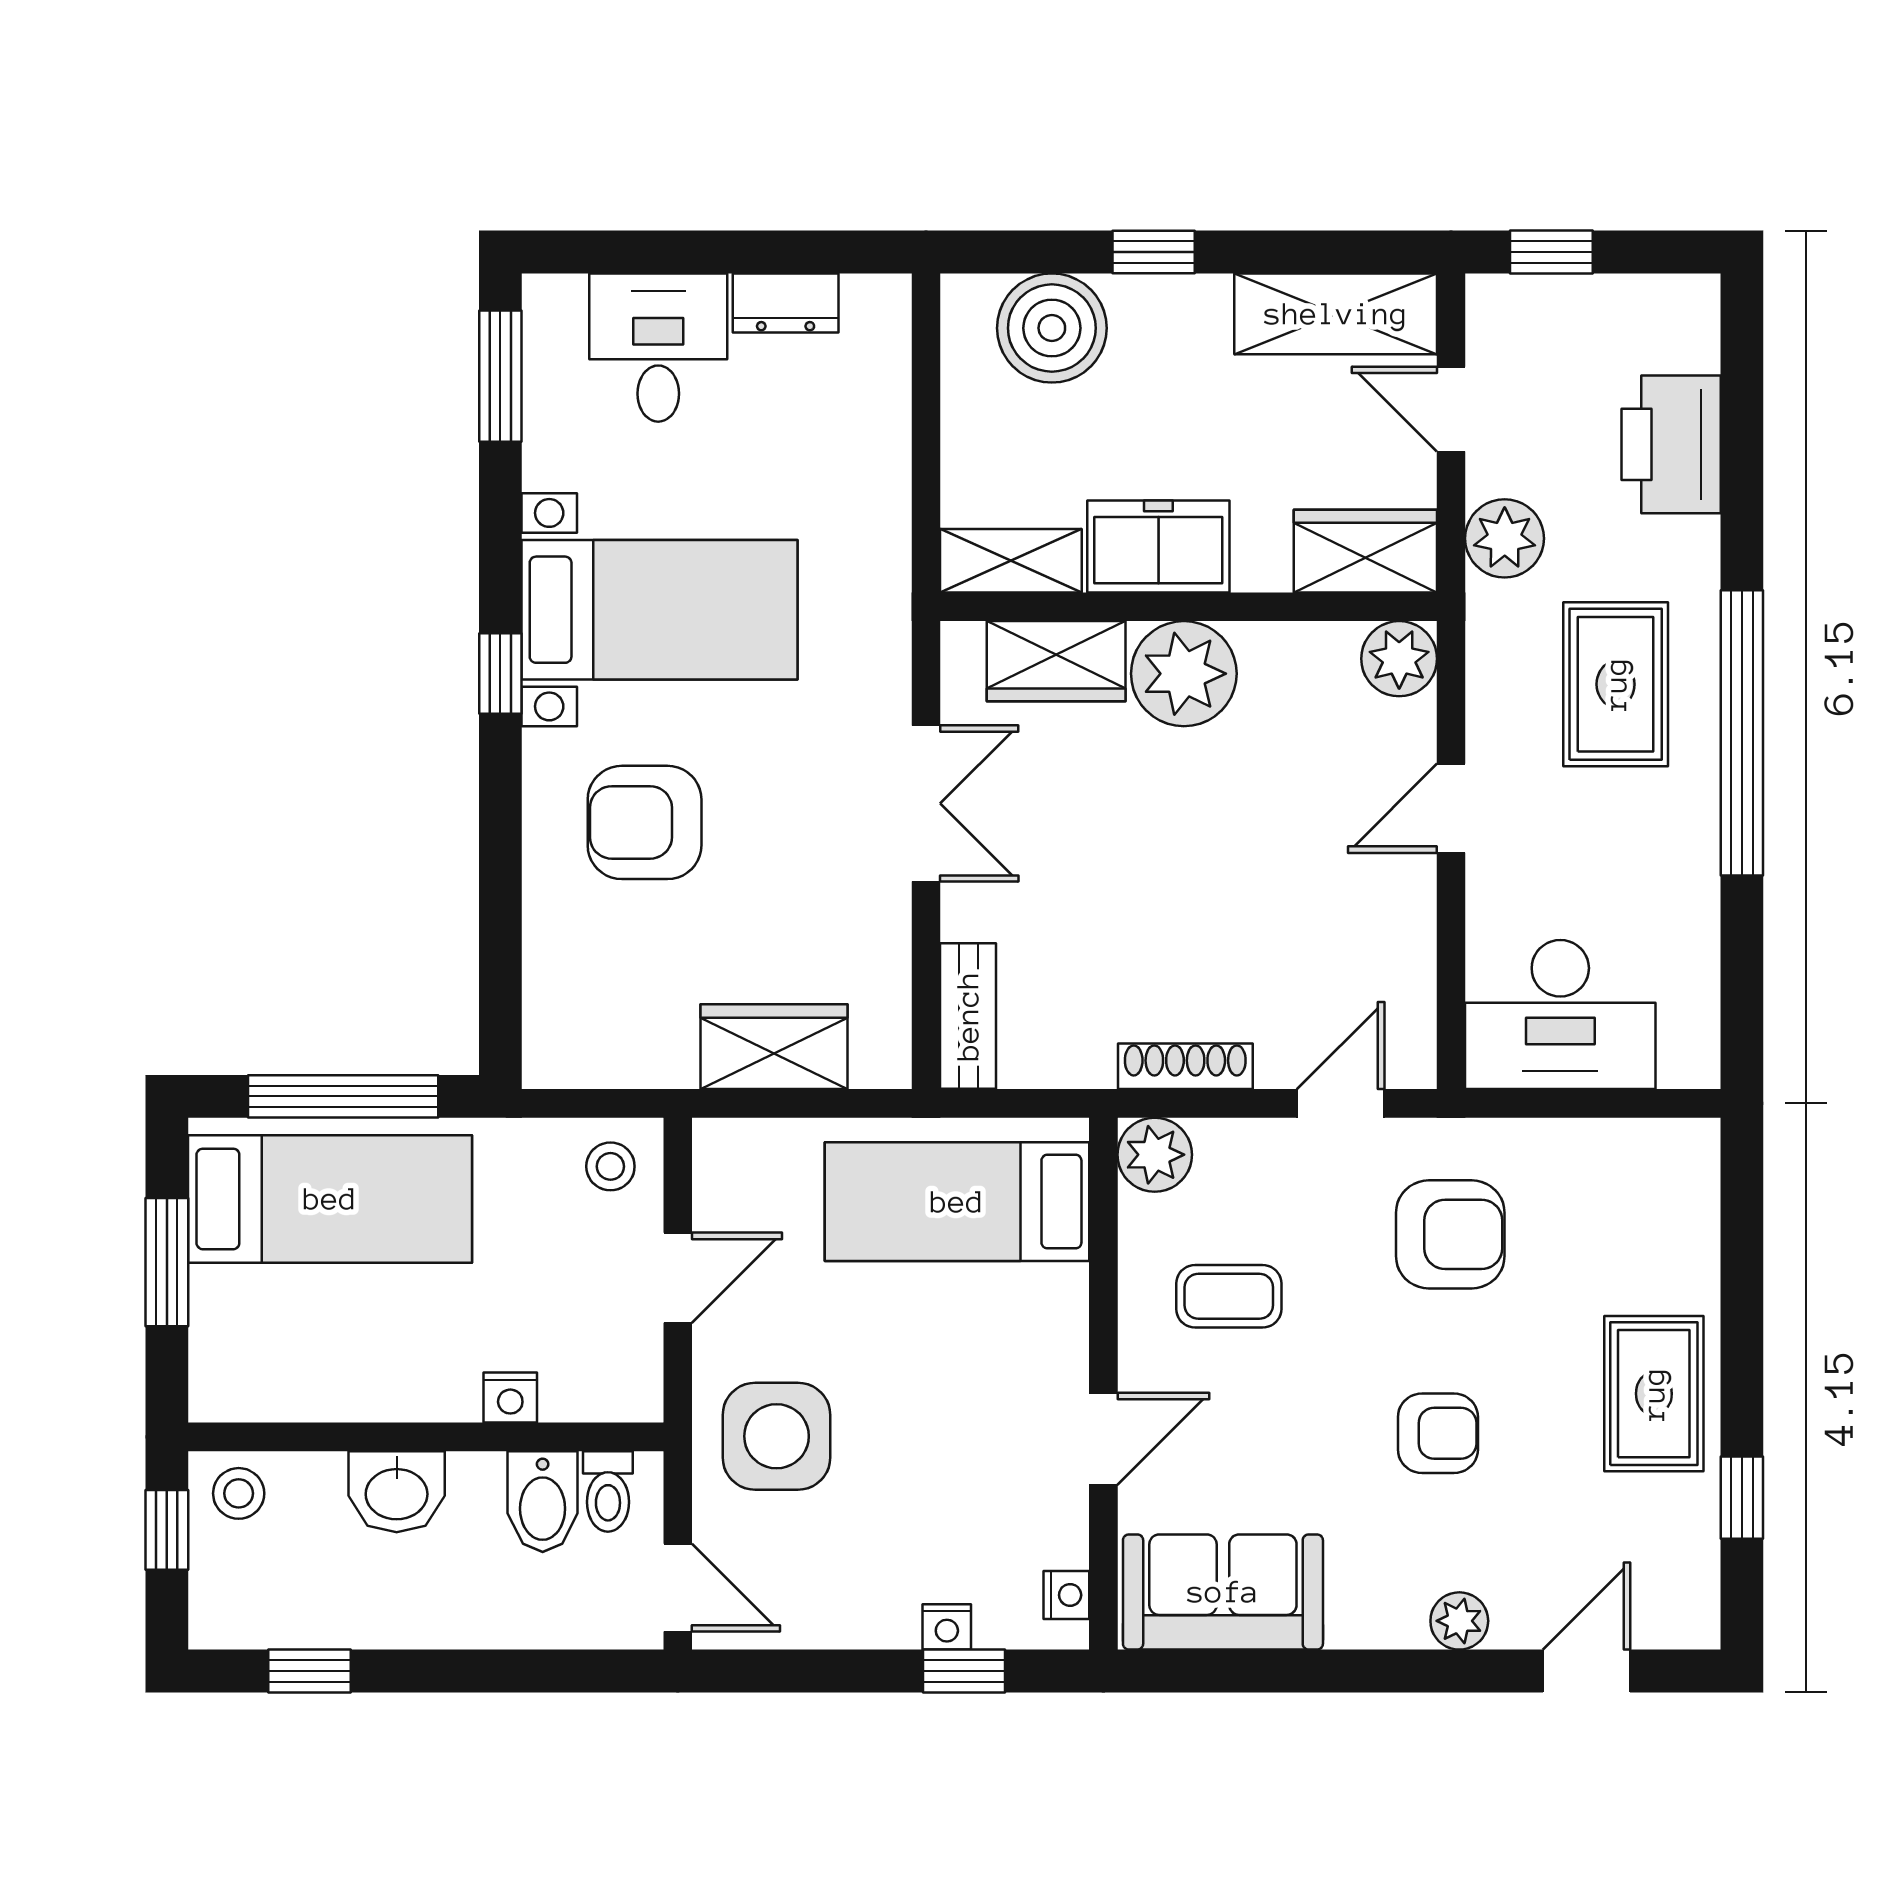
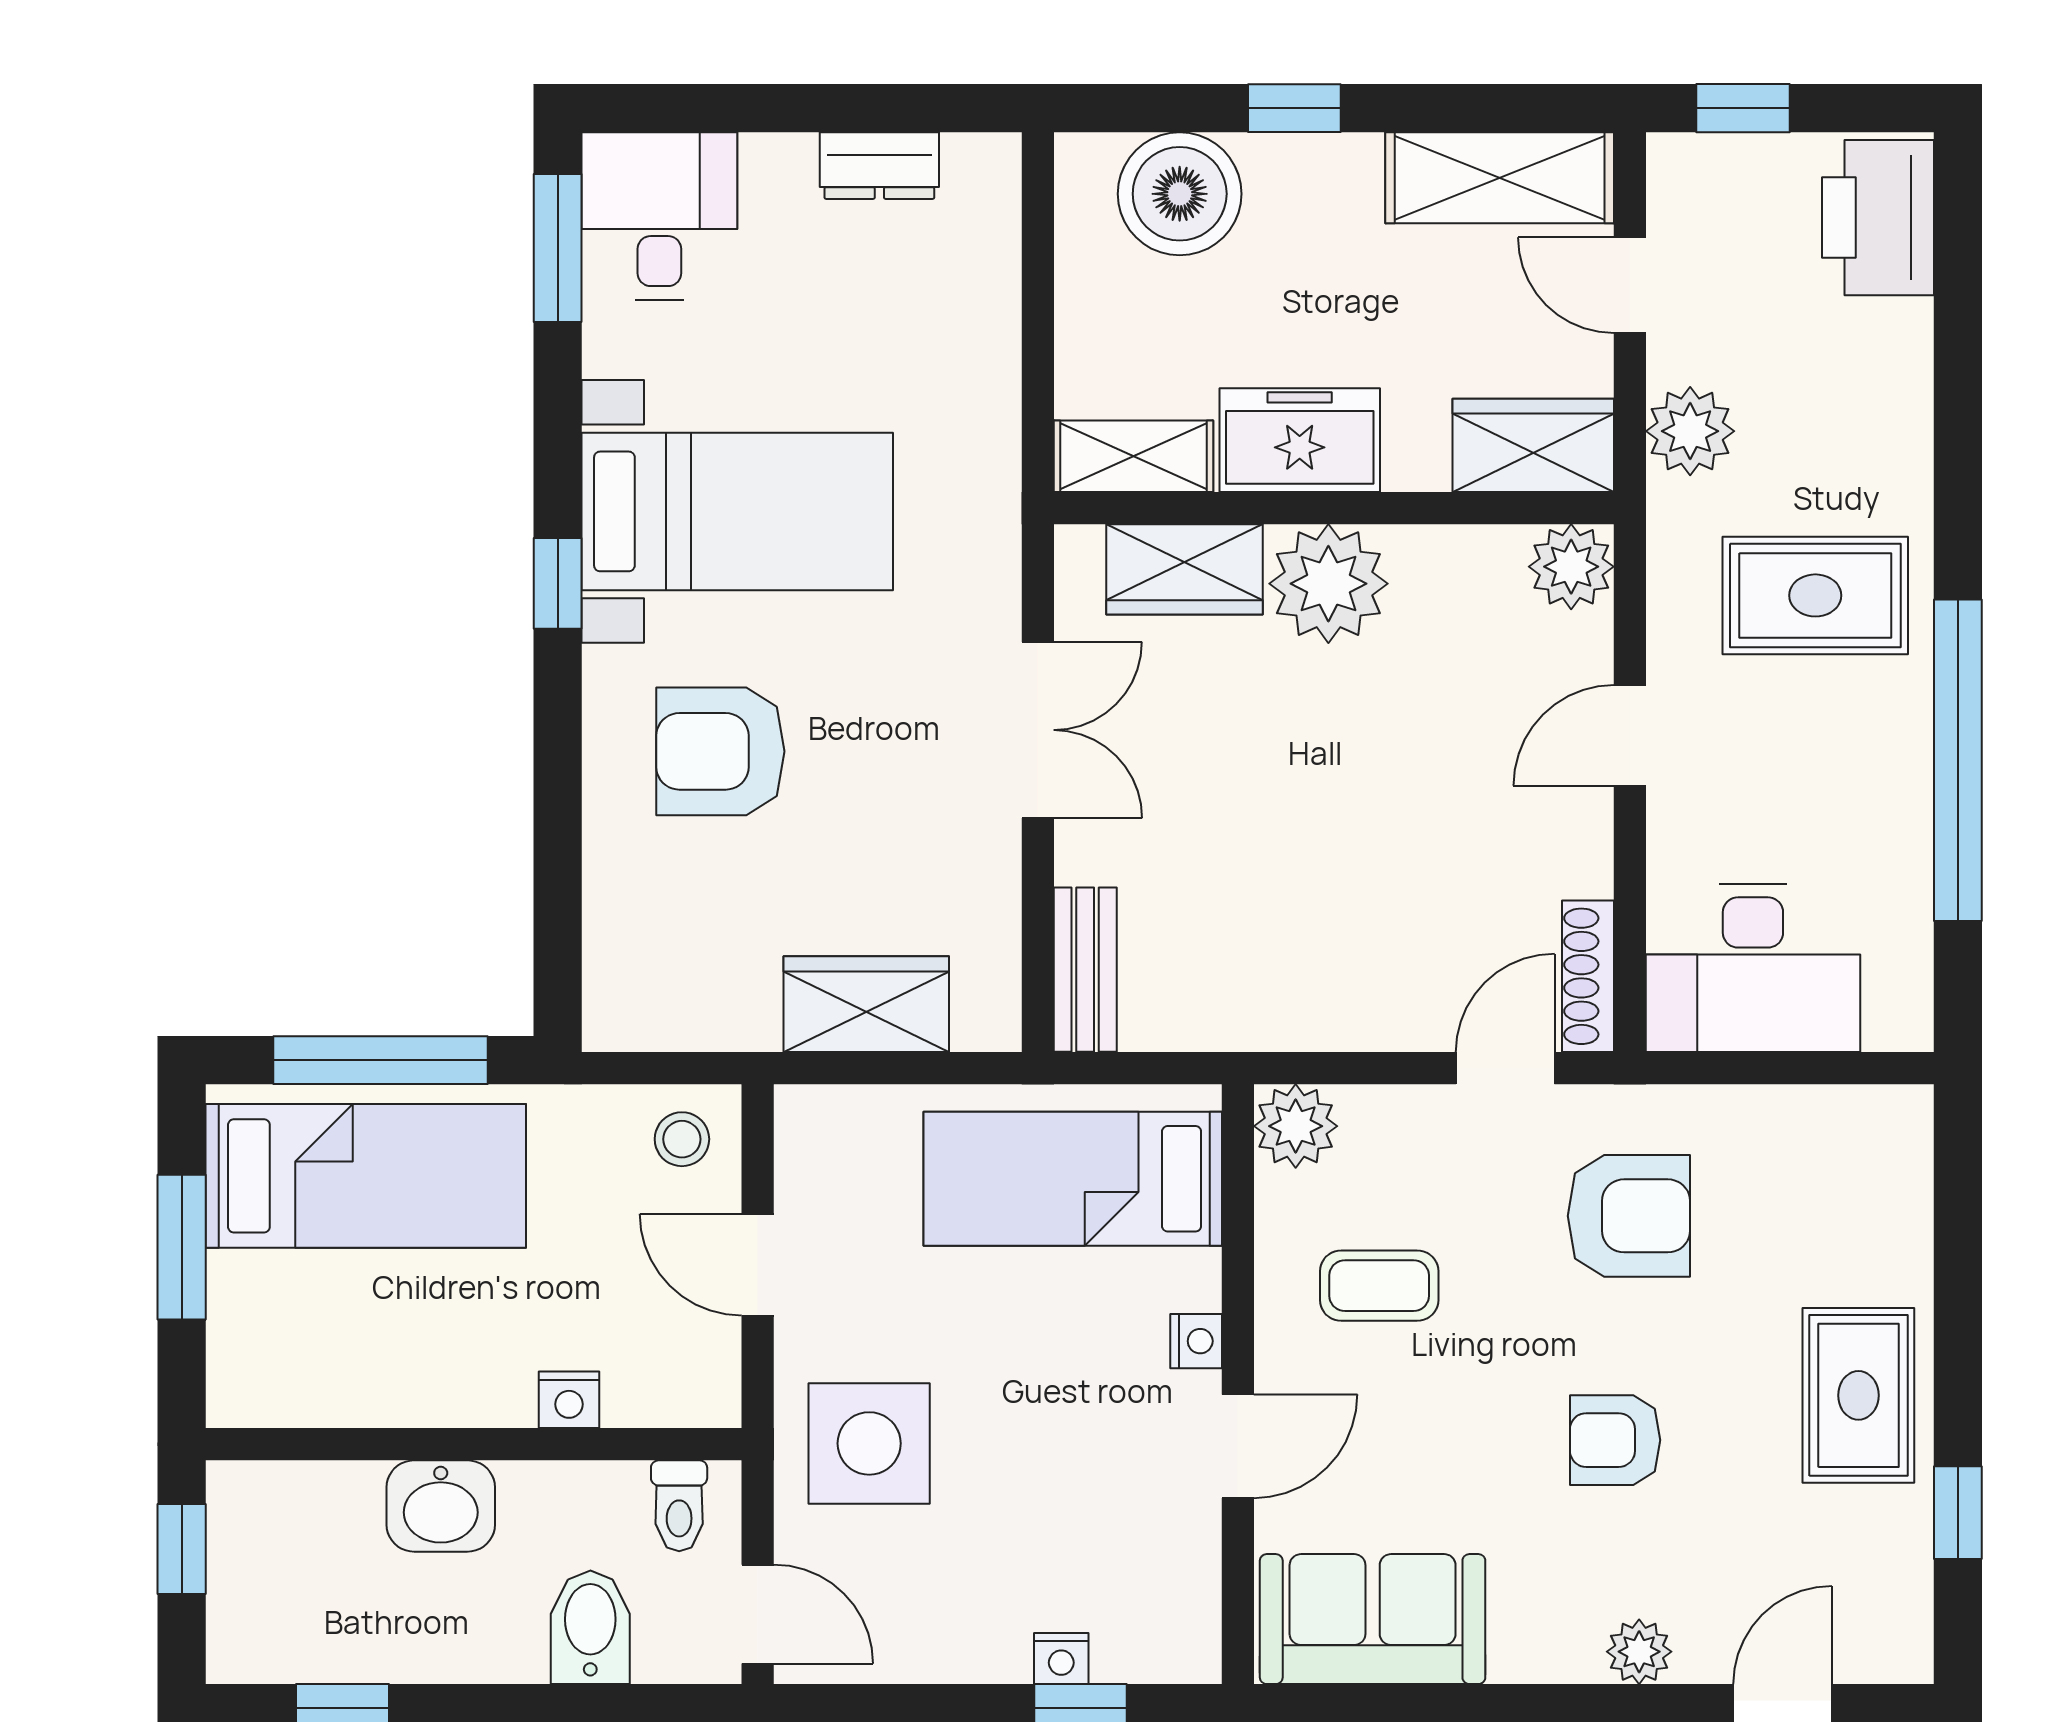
desk: (658, 348) -> (659, 216), moved
printer: (1671, 444) -> (1878, 218), moved
rug: (1616, 684) -> (1815, 595), turned 90
window: (1742, 733) -> (1958, 760), moved
shoe rack: (1185, 1066) -> (1588, 976), moved, turned -90
door: (678, 1278) -> (758, 1265), swing flipped
armchair: (1438, 1433) -> (1615, 1440), turned 180
stool: (239, 1493) -> (263, 1508), removed
bidet: (543, 1502) -> (590, 1627), moved, turned 180
nightstand: (1066, 1595) -> (1196, 1341), moved

